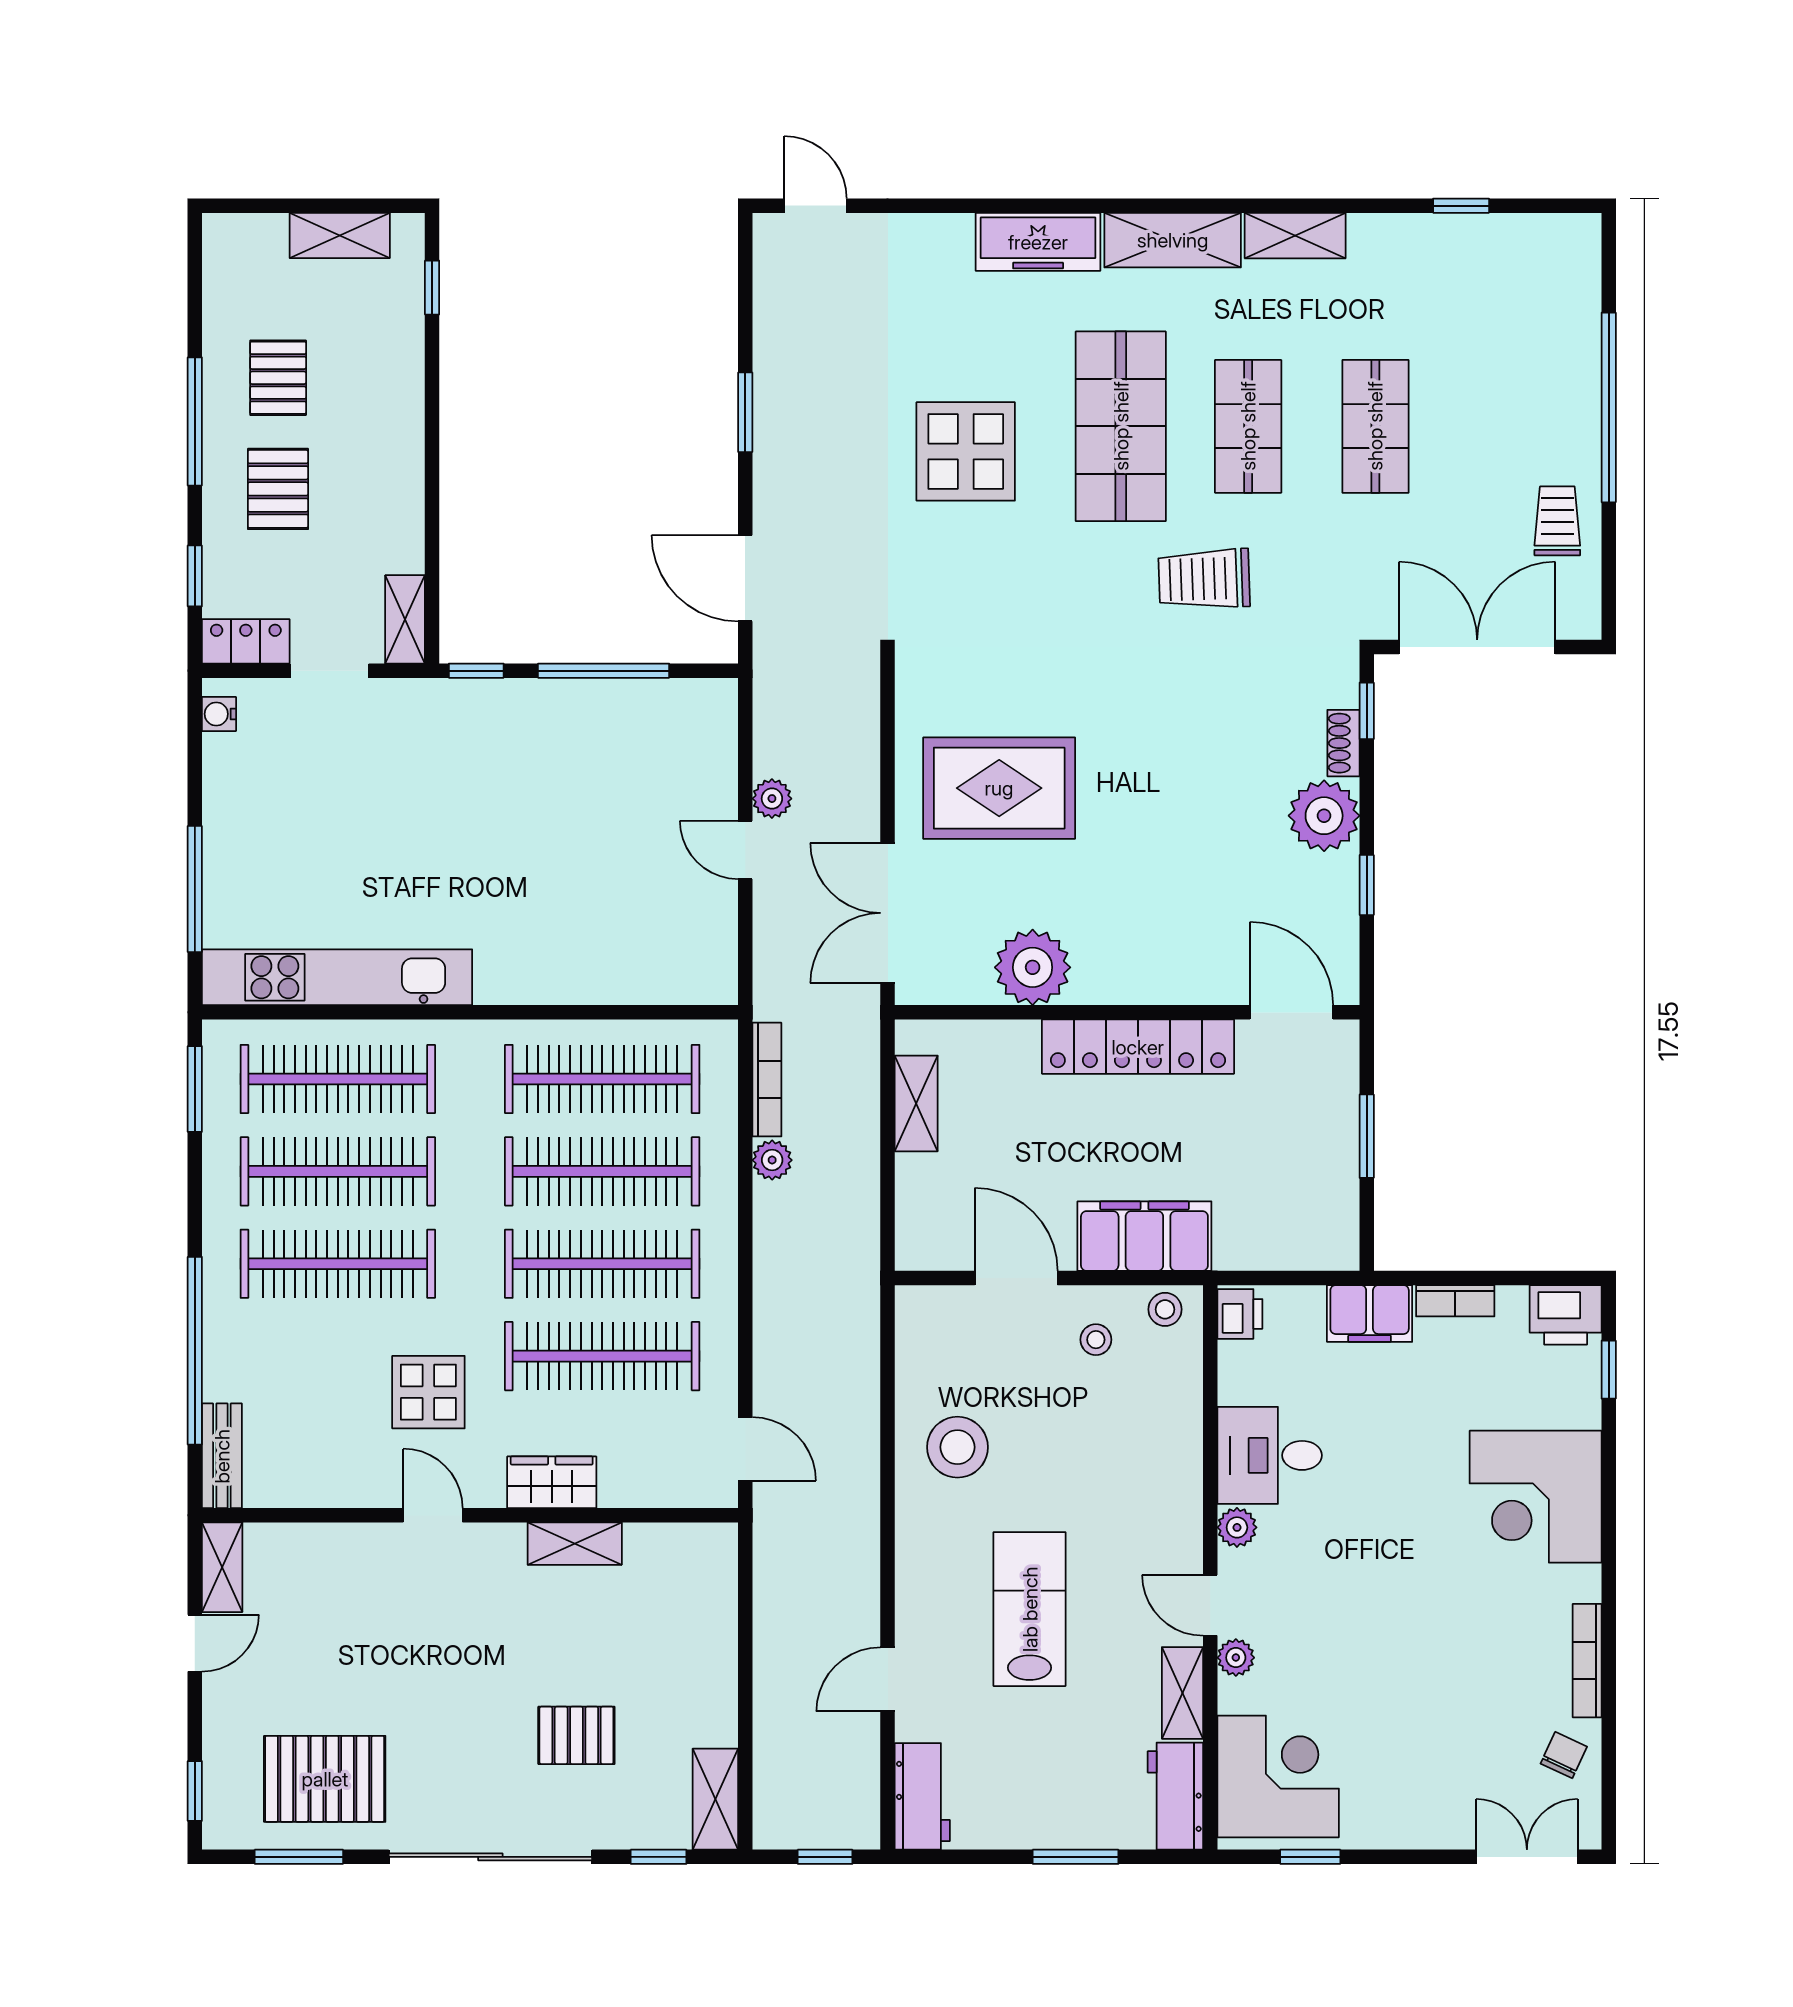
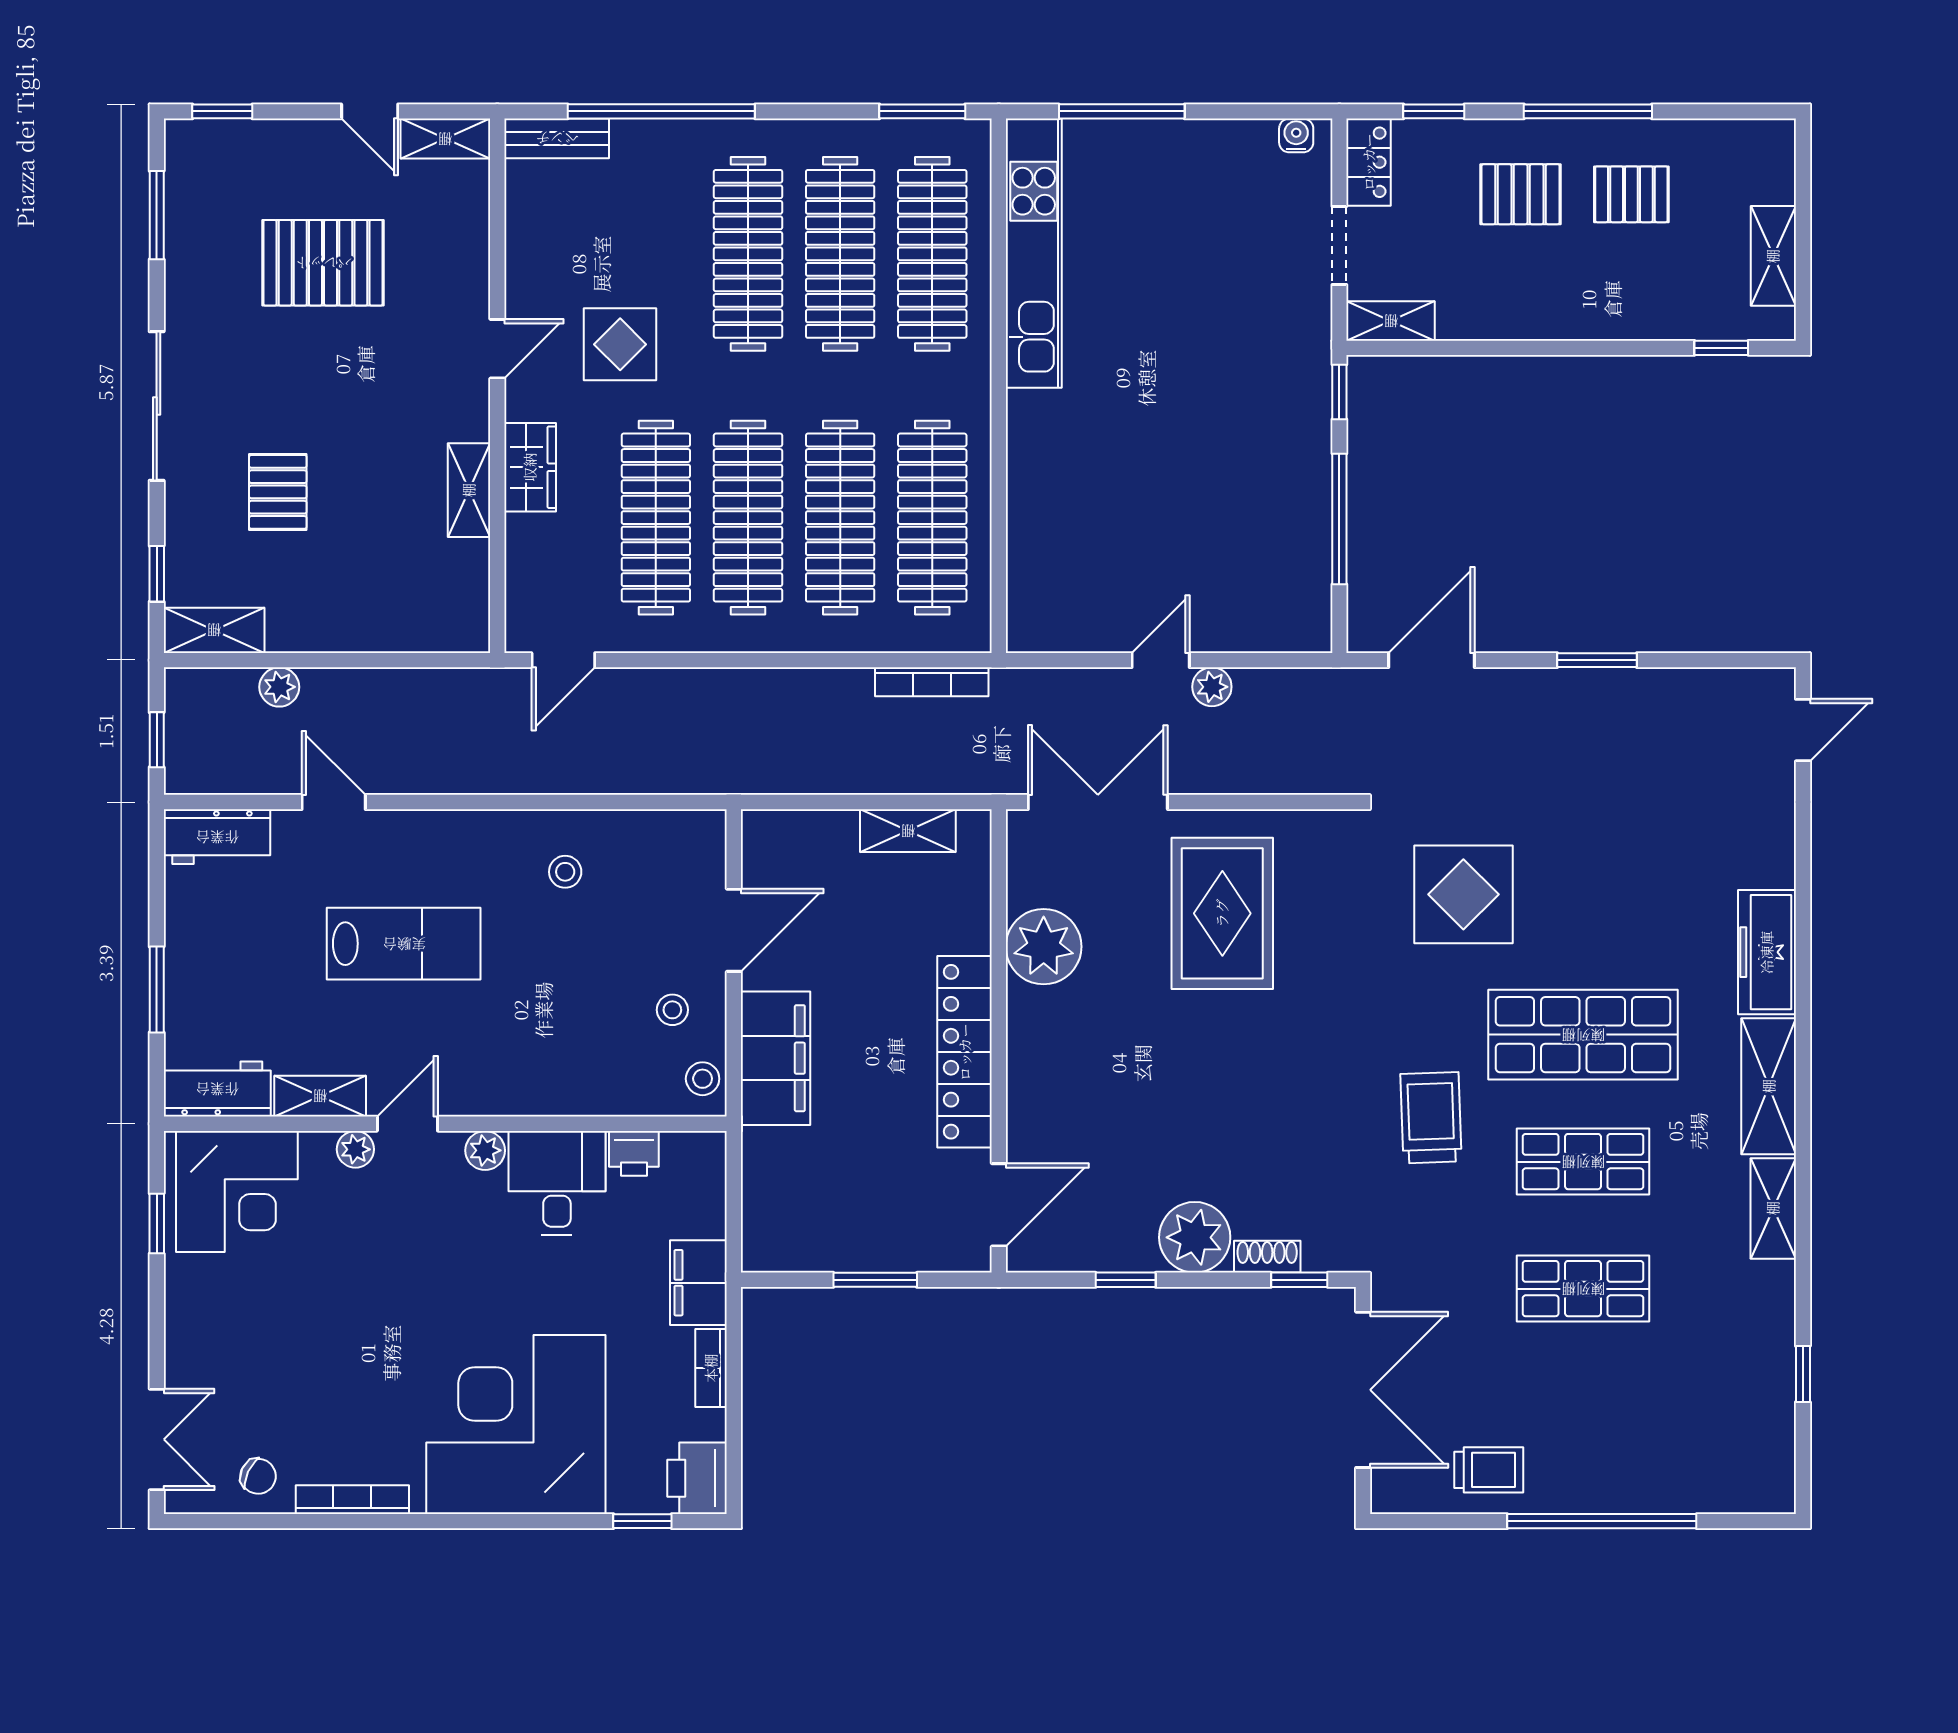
display table: (966, 451) -> (1463, 894), moved
plant: (772, 1160) -> (279, 687), moved
printer: (1240, 1314) -> (634, 1153), moved
stool: (957, 1447) -> (565, 872), width x0.53, depth x0.53
corner desk: (1536, 1497) -> (516, 1424), width x1.36, depth x1.36
pallet: (325, 1779) -> (323, 263), moved, turned 90
sliding door: (490, 1857) -> (157, 406), width x0.73

